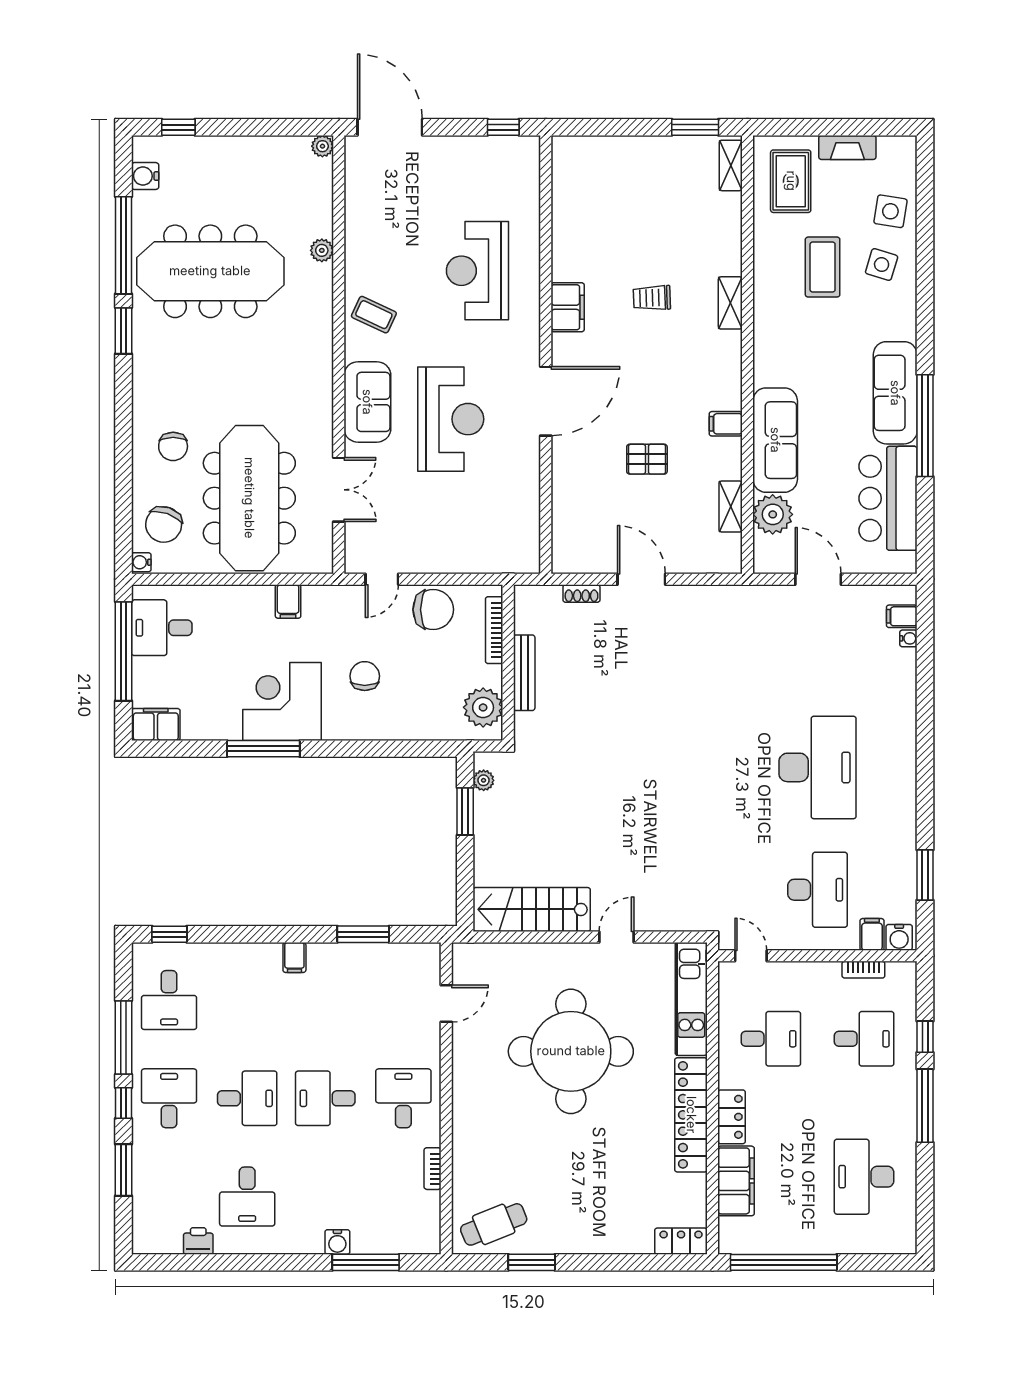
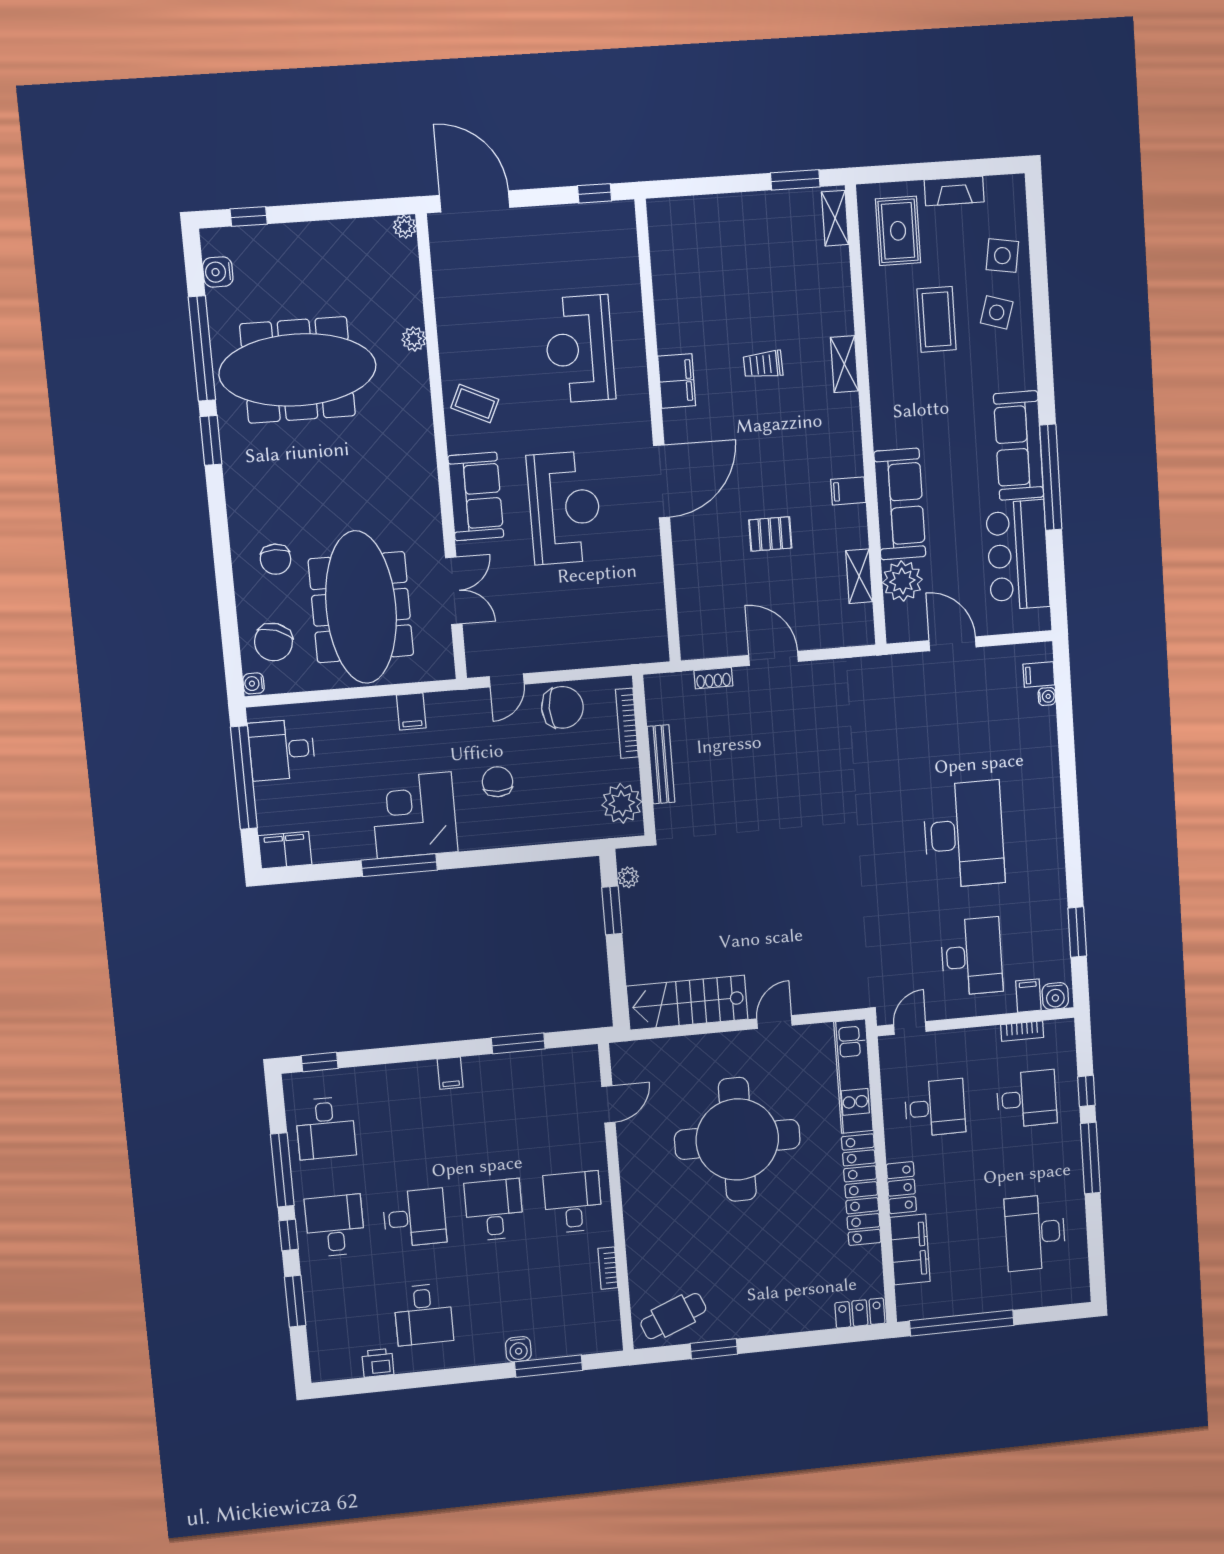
door: (751, 956) -> (910, 1028), hinge flipped
desk: (325, 1098) -> (494, 1210), turned 90

